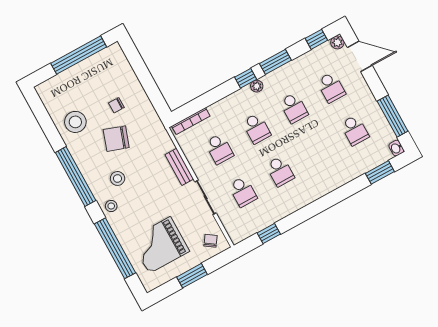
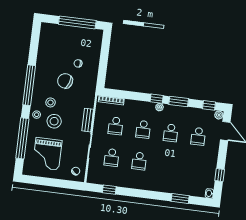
window: (393, 116) -> (220, 175), width x0.46
stool: (75, 122) -> (54, 121), moved
school desk: (355, 130) -> (194, 168), removed
window: (380, 172) -> (180, 199), moved
grand piano: (160, 245) -> (47, 154), turned -90
window: (192, 276) -> (53, 182), removed

